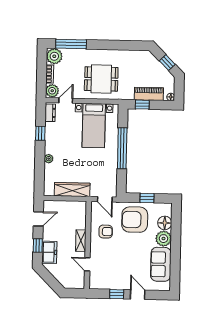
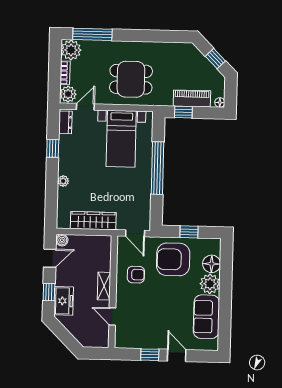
boiler: (48, 205) -> (62, 240), added

